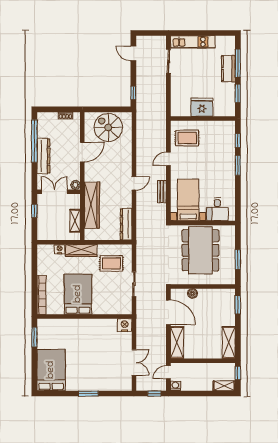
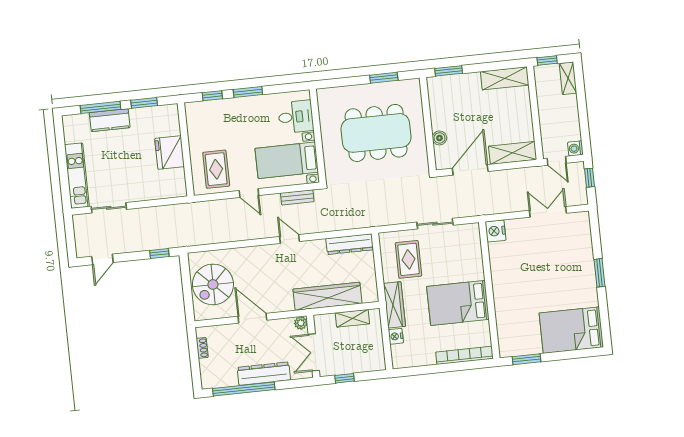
bed with nightstands: (188, 200) -> (287, 160), moved
desk: (217, 209) -> (296, 117), moved
wall: (203, 223) -> (318, 136), moved

